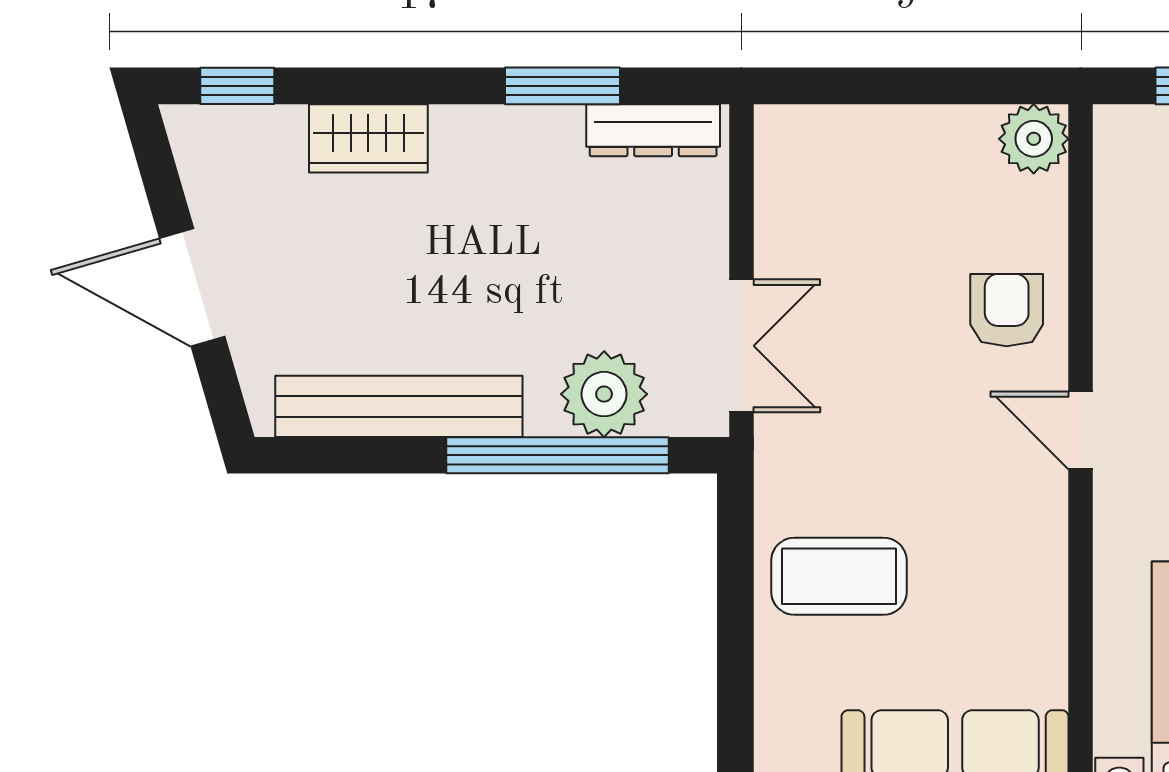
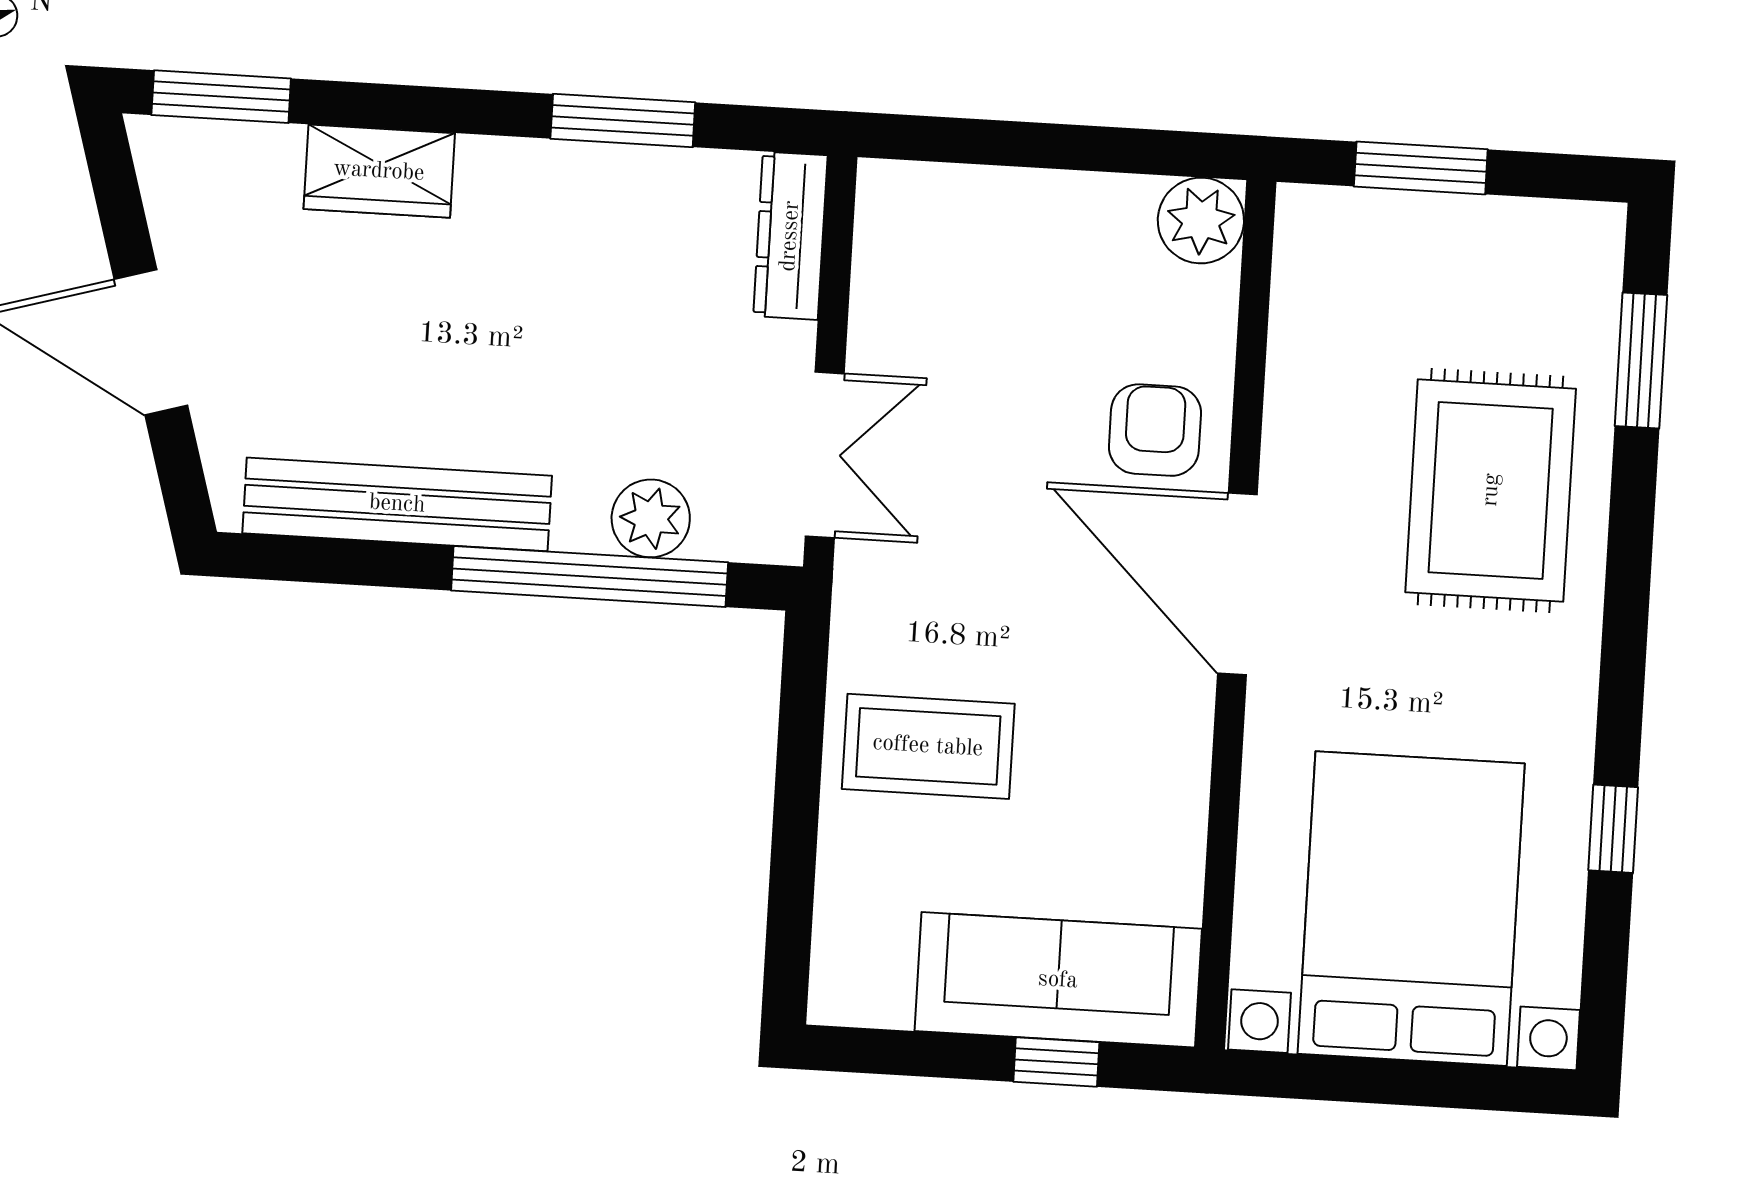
window: (237, 86) -> (221, 97), width x1.50
dresser: (653, 130) -> (790, 236), moved, turned 90
plant: (604, 394) -> (651, 518), width x0.73, depth x0.73
door: (1081, 430) -> (1237, 584), width x1.88

